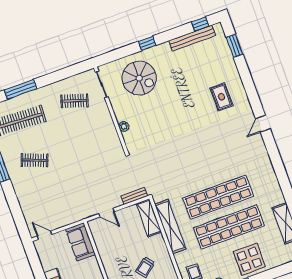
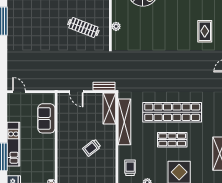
clothes rail: (34, 160) -> (83, 27), moved, width x1.36
shop shelf: (229, 227) -> (172, 140), width x0.50, depth x0.74
sofa: (80, 242) -> (46, 118), moved

